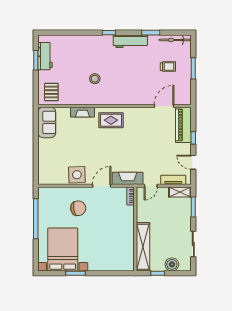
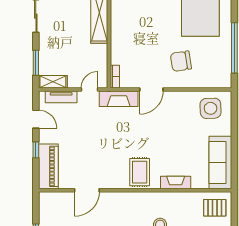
pallet: (51, 92) -> (215, 208), turned 90
door: (164, 106) -> (87, 190), moved
rug: (111, 120) -> (140, 172), turned 90
sofa: (47, 122) -> (220, 162), width x1.36
side table: (77, 175) -> (211, 108), moved

